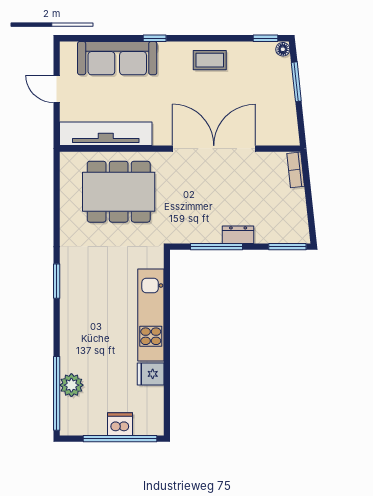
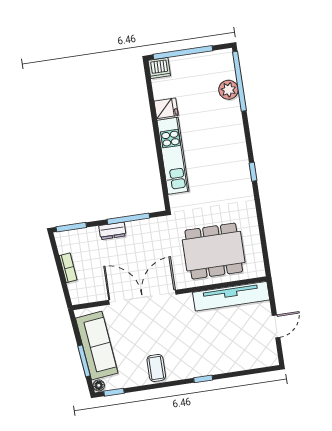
sofa: (117, 58) -> (97, 346), moved, turned 84
coffee table: (210, 60) -> (156, 368), turned 90
door: (57, 89) -> (276, 326), hinge flipped
double door: (214, 149) -> (142, 297), swing flipped
bookcase: (296, 170) -> (68, 268), moved
window: (57, 281) -> (253, 172), width x0.67
dishwasher: (120, 424) -> (159, 68), moved

